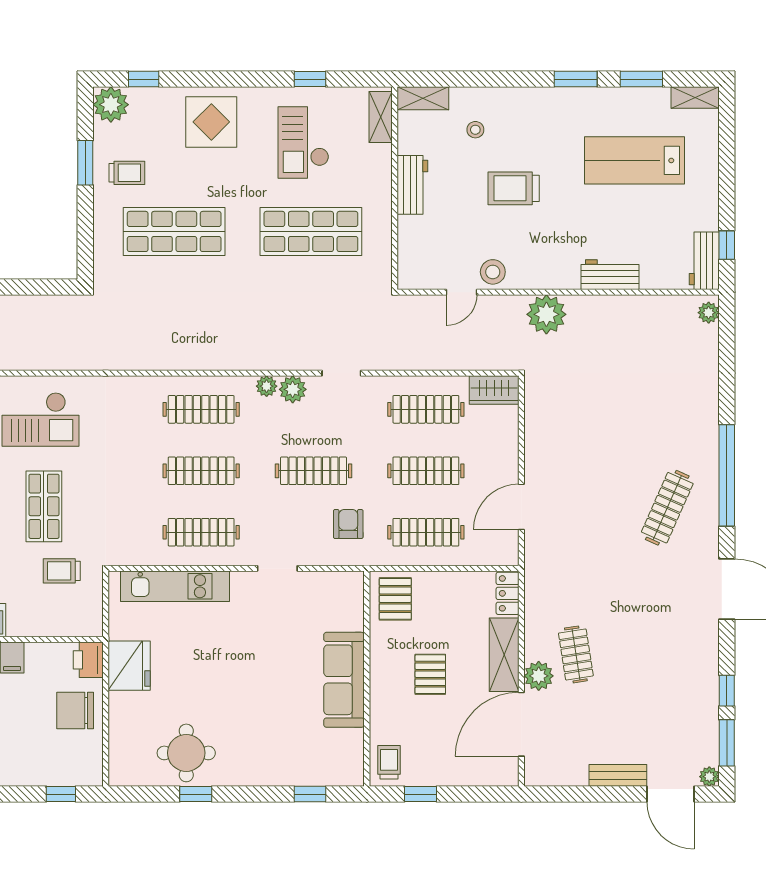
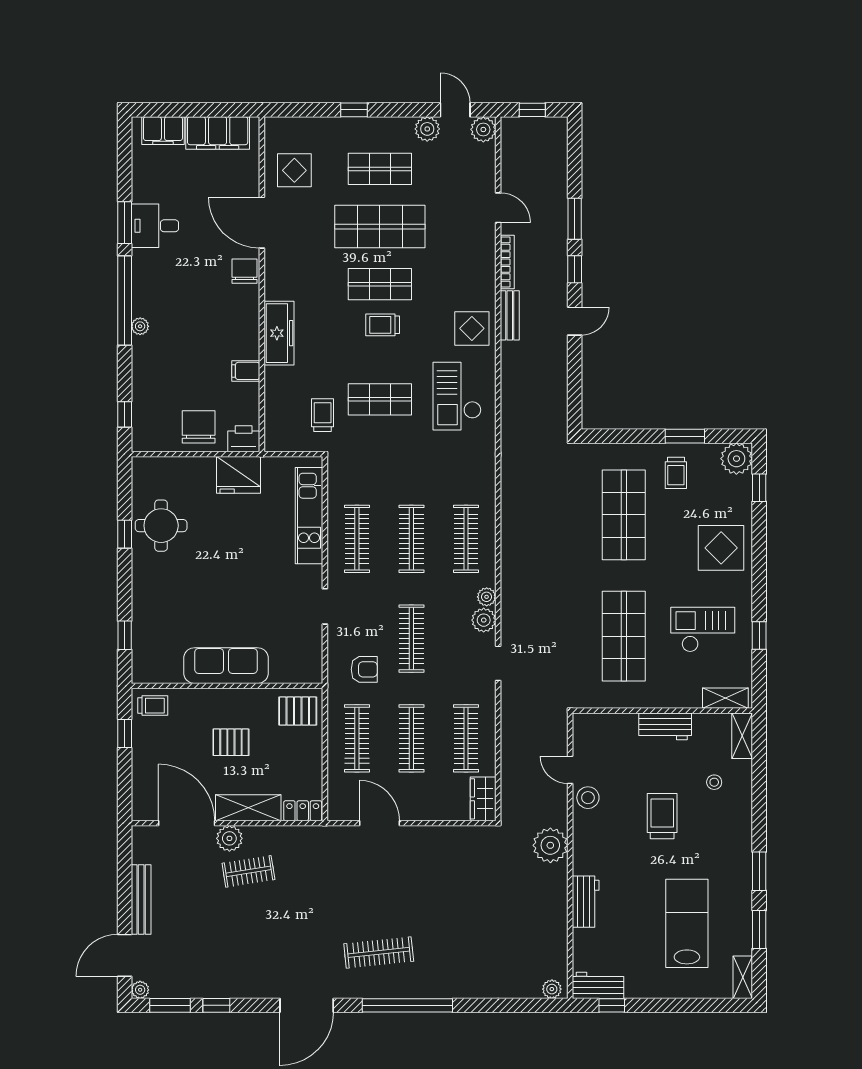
clothes rail: (667, 508) -> (379, 952), turned -30
bench: (618, 775) -> (141, 899), width x1.36

